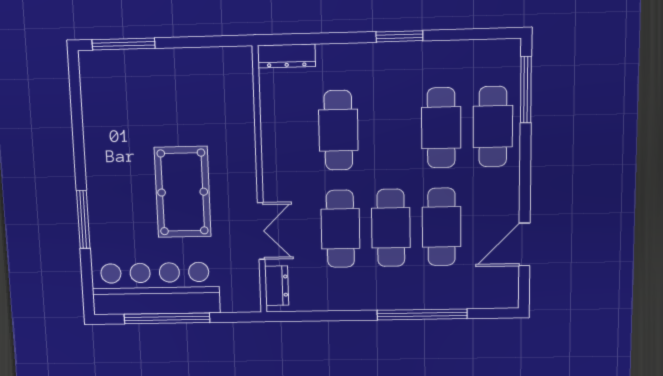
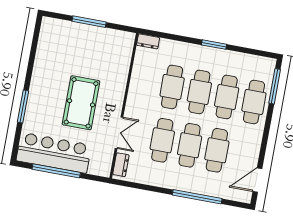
window: (124, 44) -> (89, 22), moved
dresser: (286, 56) -> (148, 41), width x0.70
cafe table: (390, 129) -> (199, 92), added
door: (524, 244) -> (257, 180), moved

